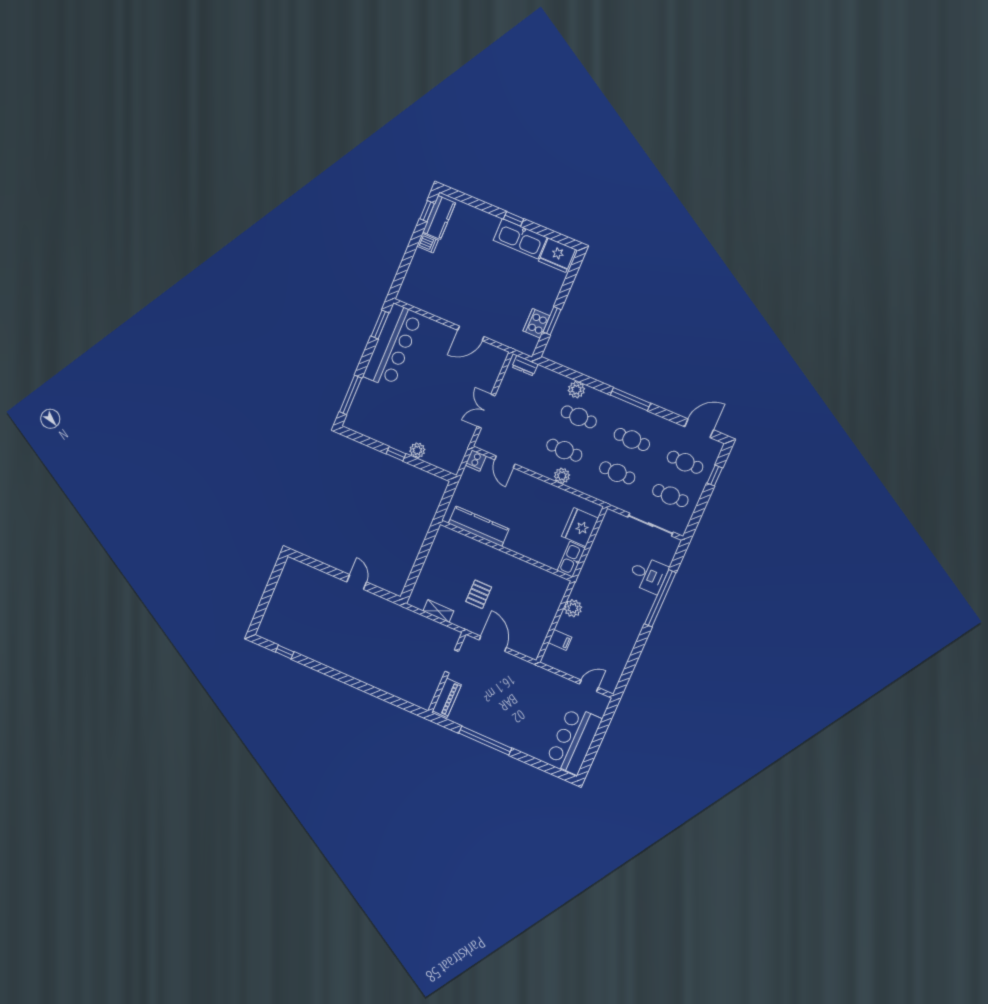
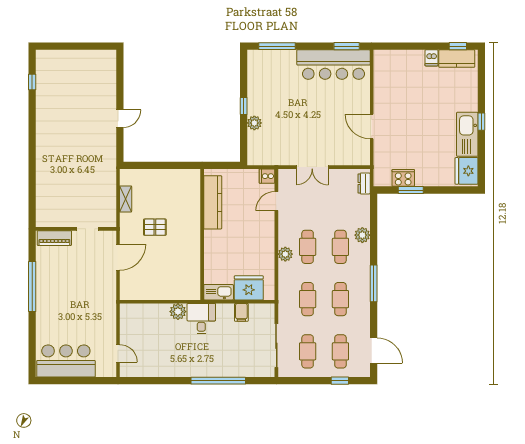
double door: (486, 411) -> (312, 167), swing flipped
desk: (648, 575) -> (201, 319), moved, turned 180
filing cabinet: (560, 640) -> (241, 312), moved

